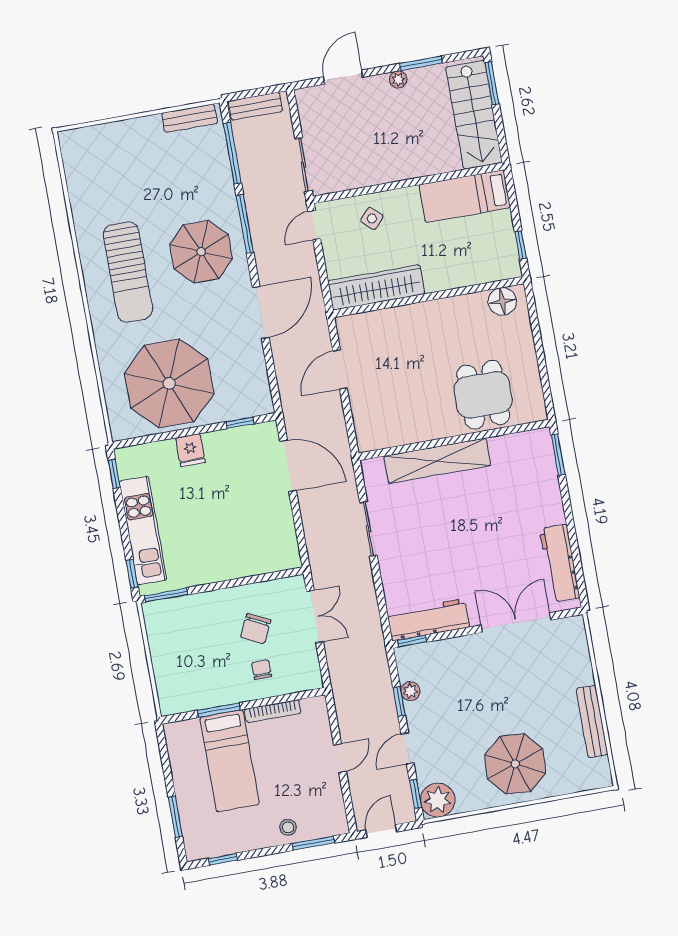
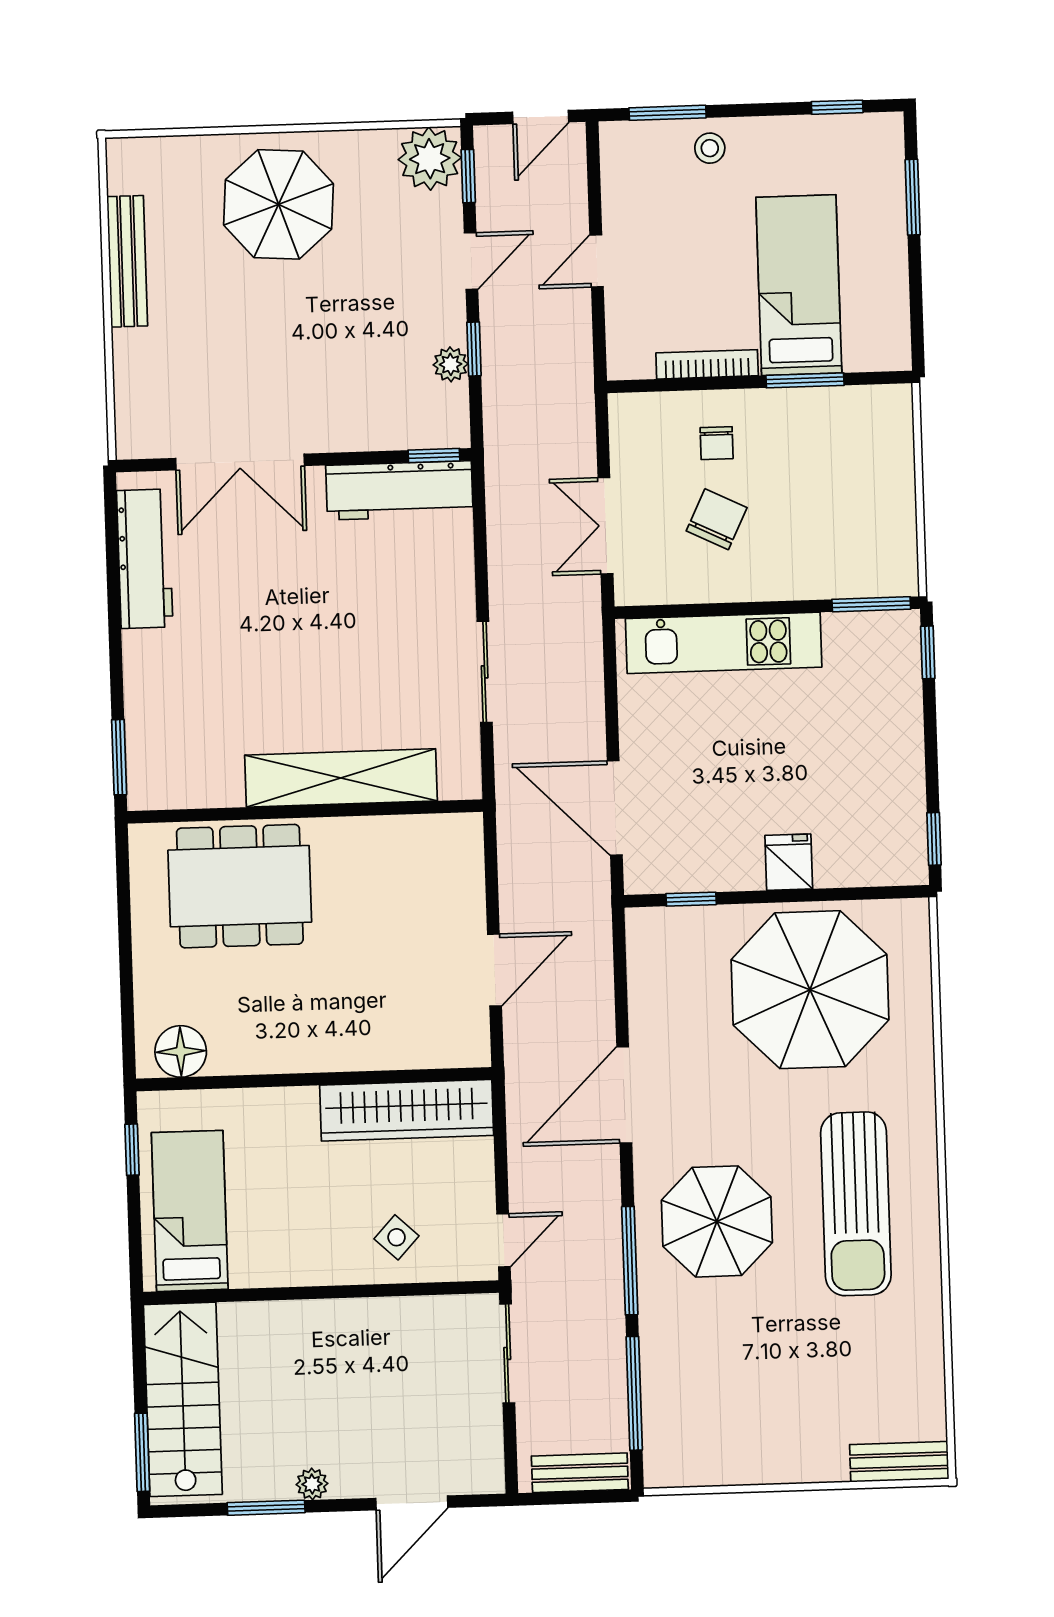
bench: (190, 118) -> (899, 1462), moved
bed: (465, 196) -> (190, 1211), moved, turned -90
sun lounger: (128, 272) -> (856, 1204), turned 180
dining table: (483, 395) -> (240, 886), width x1.38
kitchen unit: (143, 531) -> (724, 643), moved, turned -90

